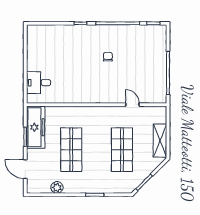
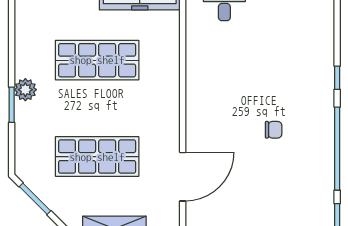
door: (133, 105) -> (183, 177), width x1.88
plant: (57, 187) -> (25, 90), moved

